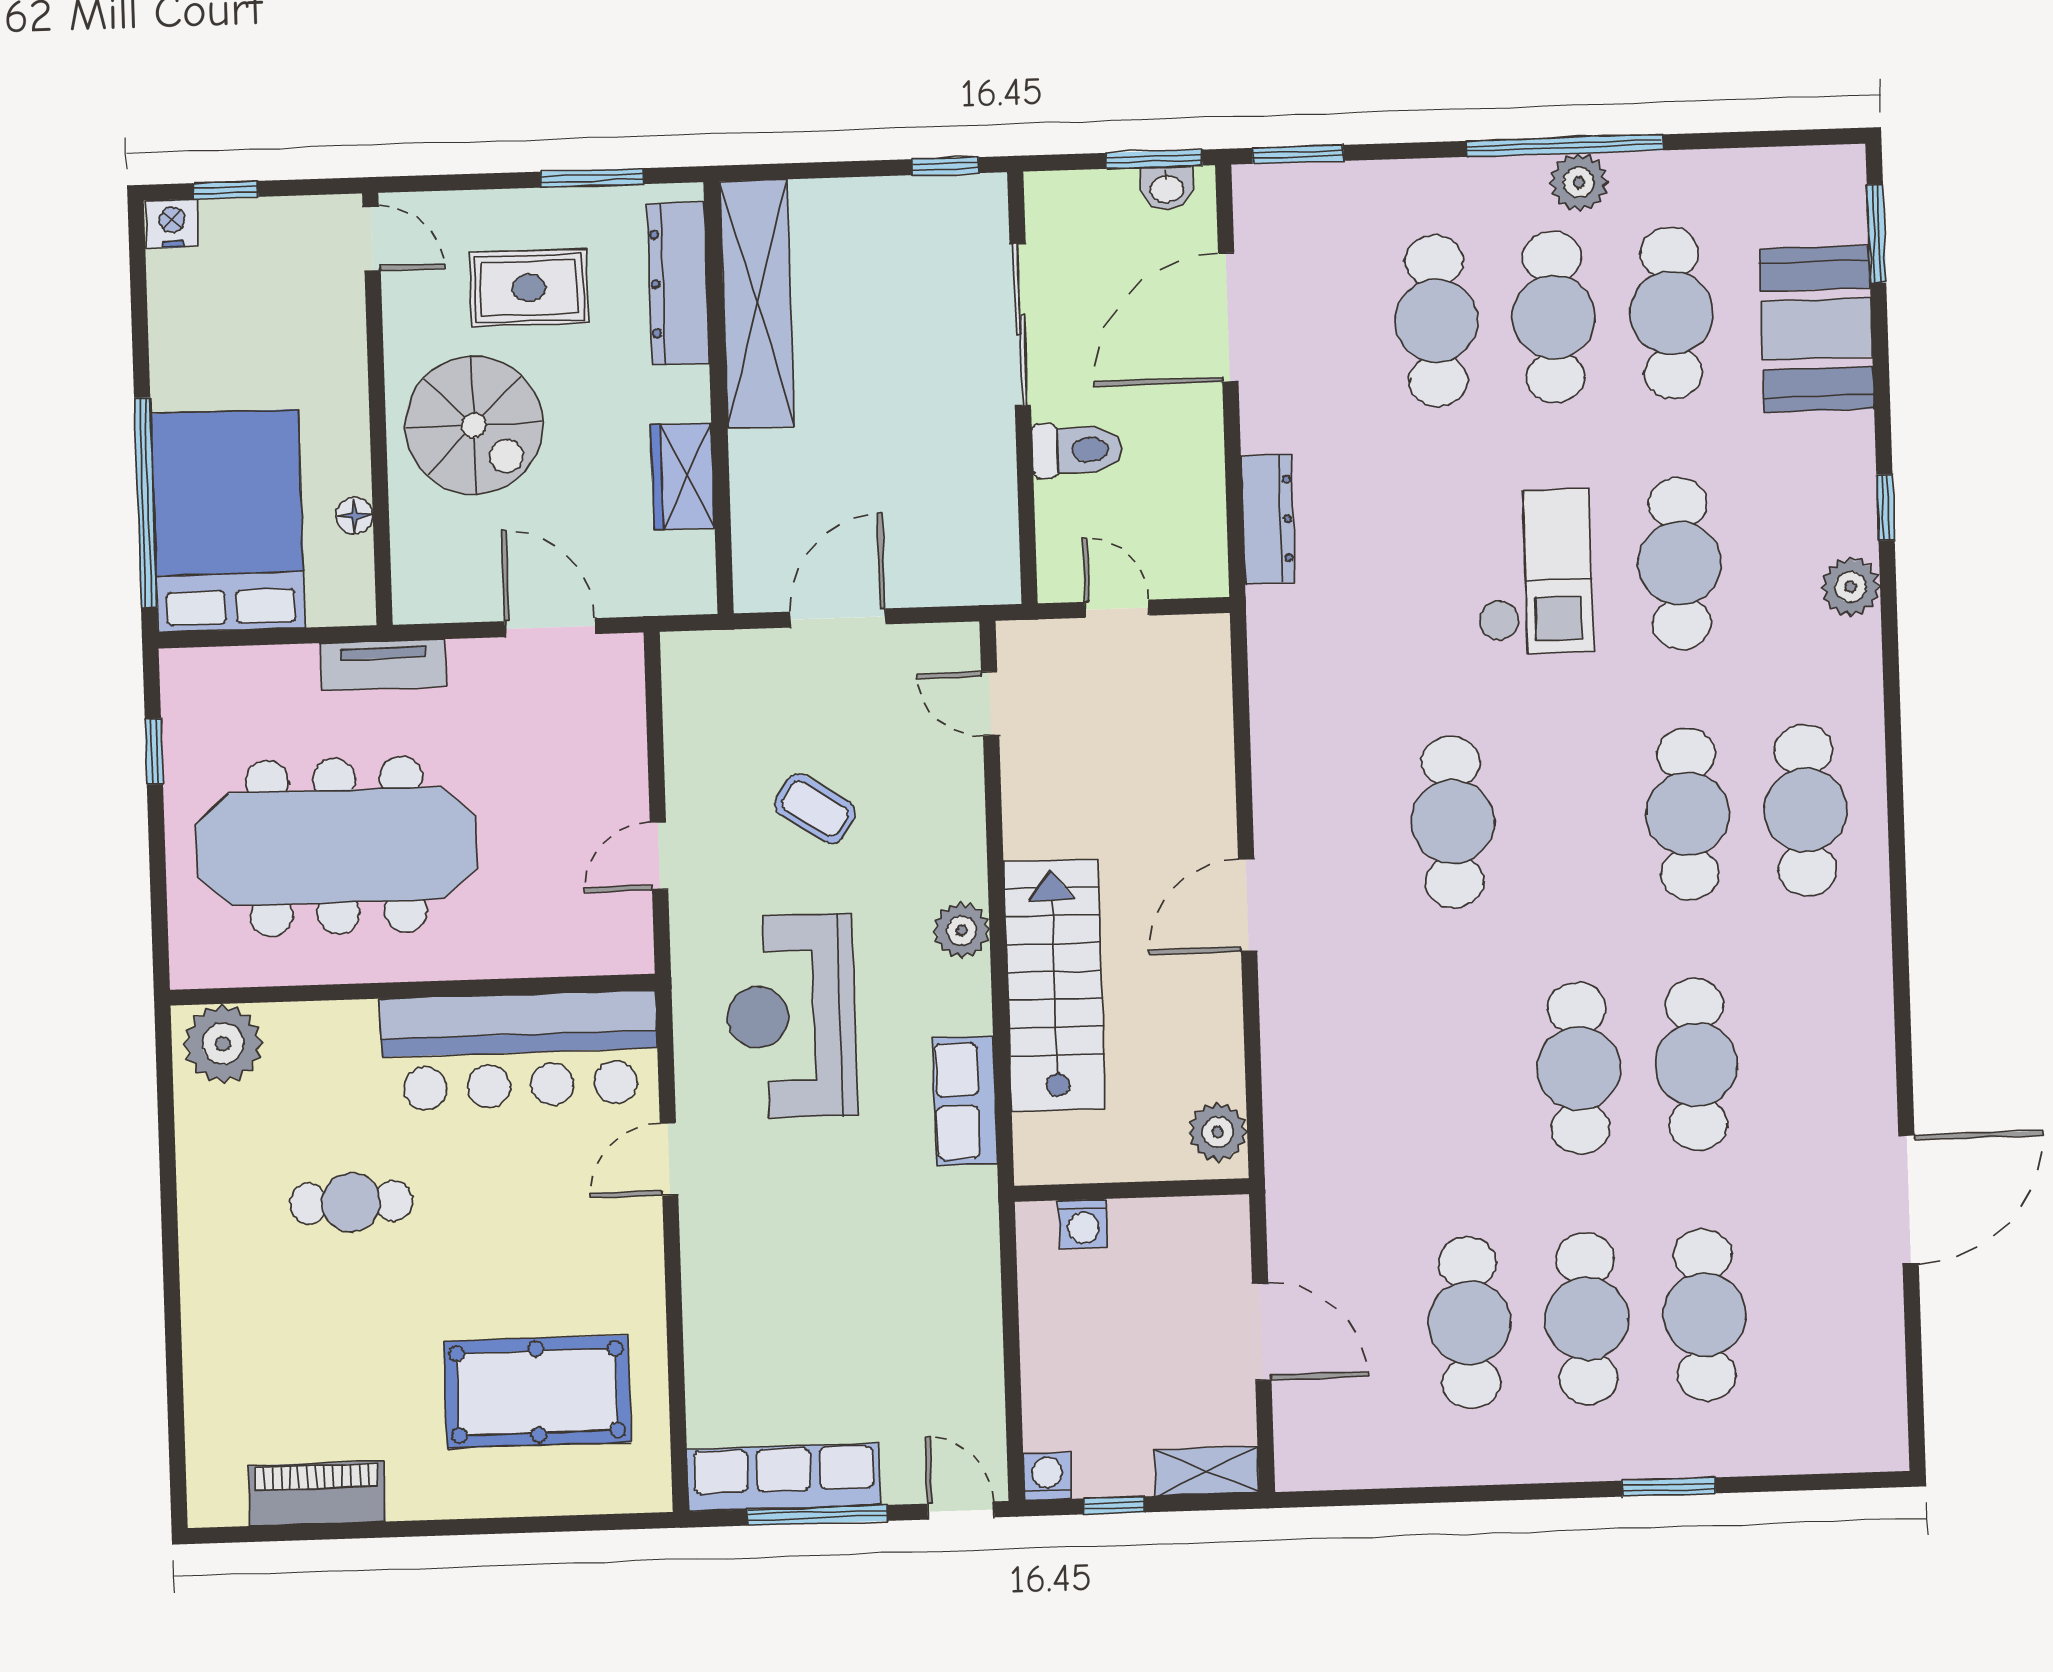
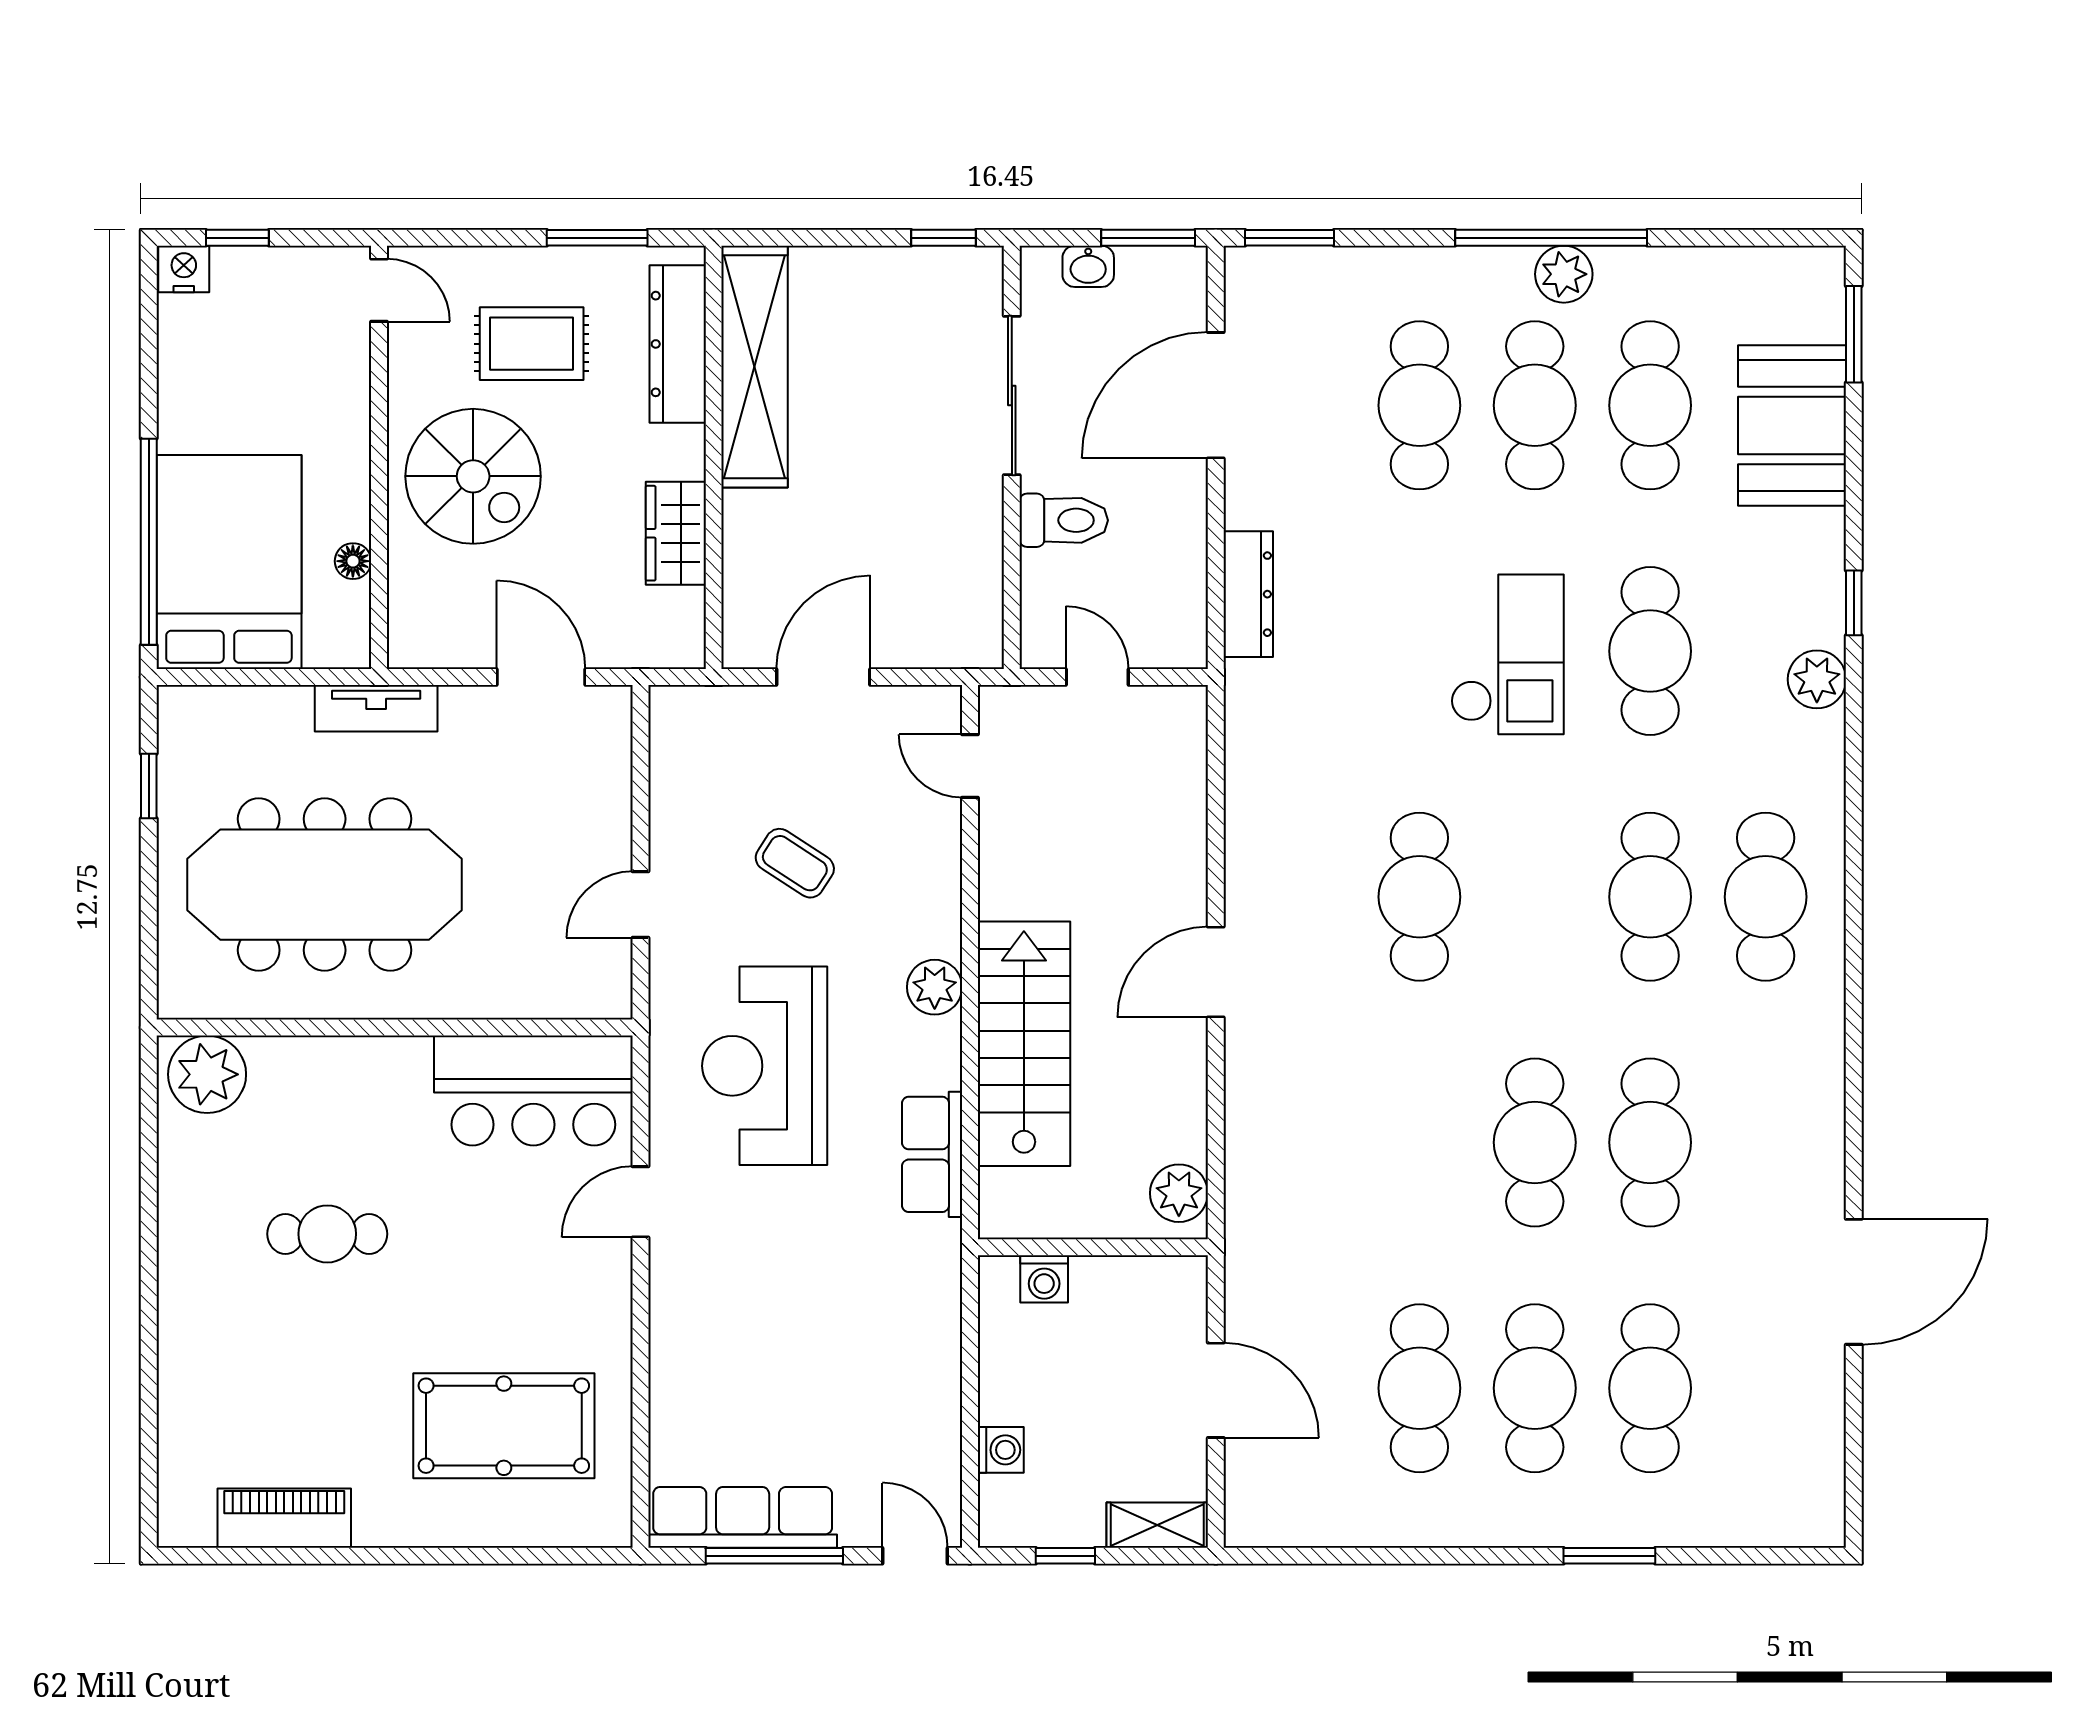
washbasin: (1167, 188) -> (1088, 266), moved
bar counter: (519, 1050) -> (533, 1090), width x0.73
washing machine: (1047, 1476) -> (1001, 1450), moved, turned 90

